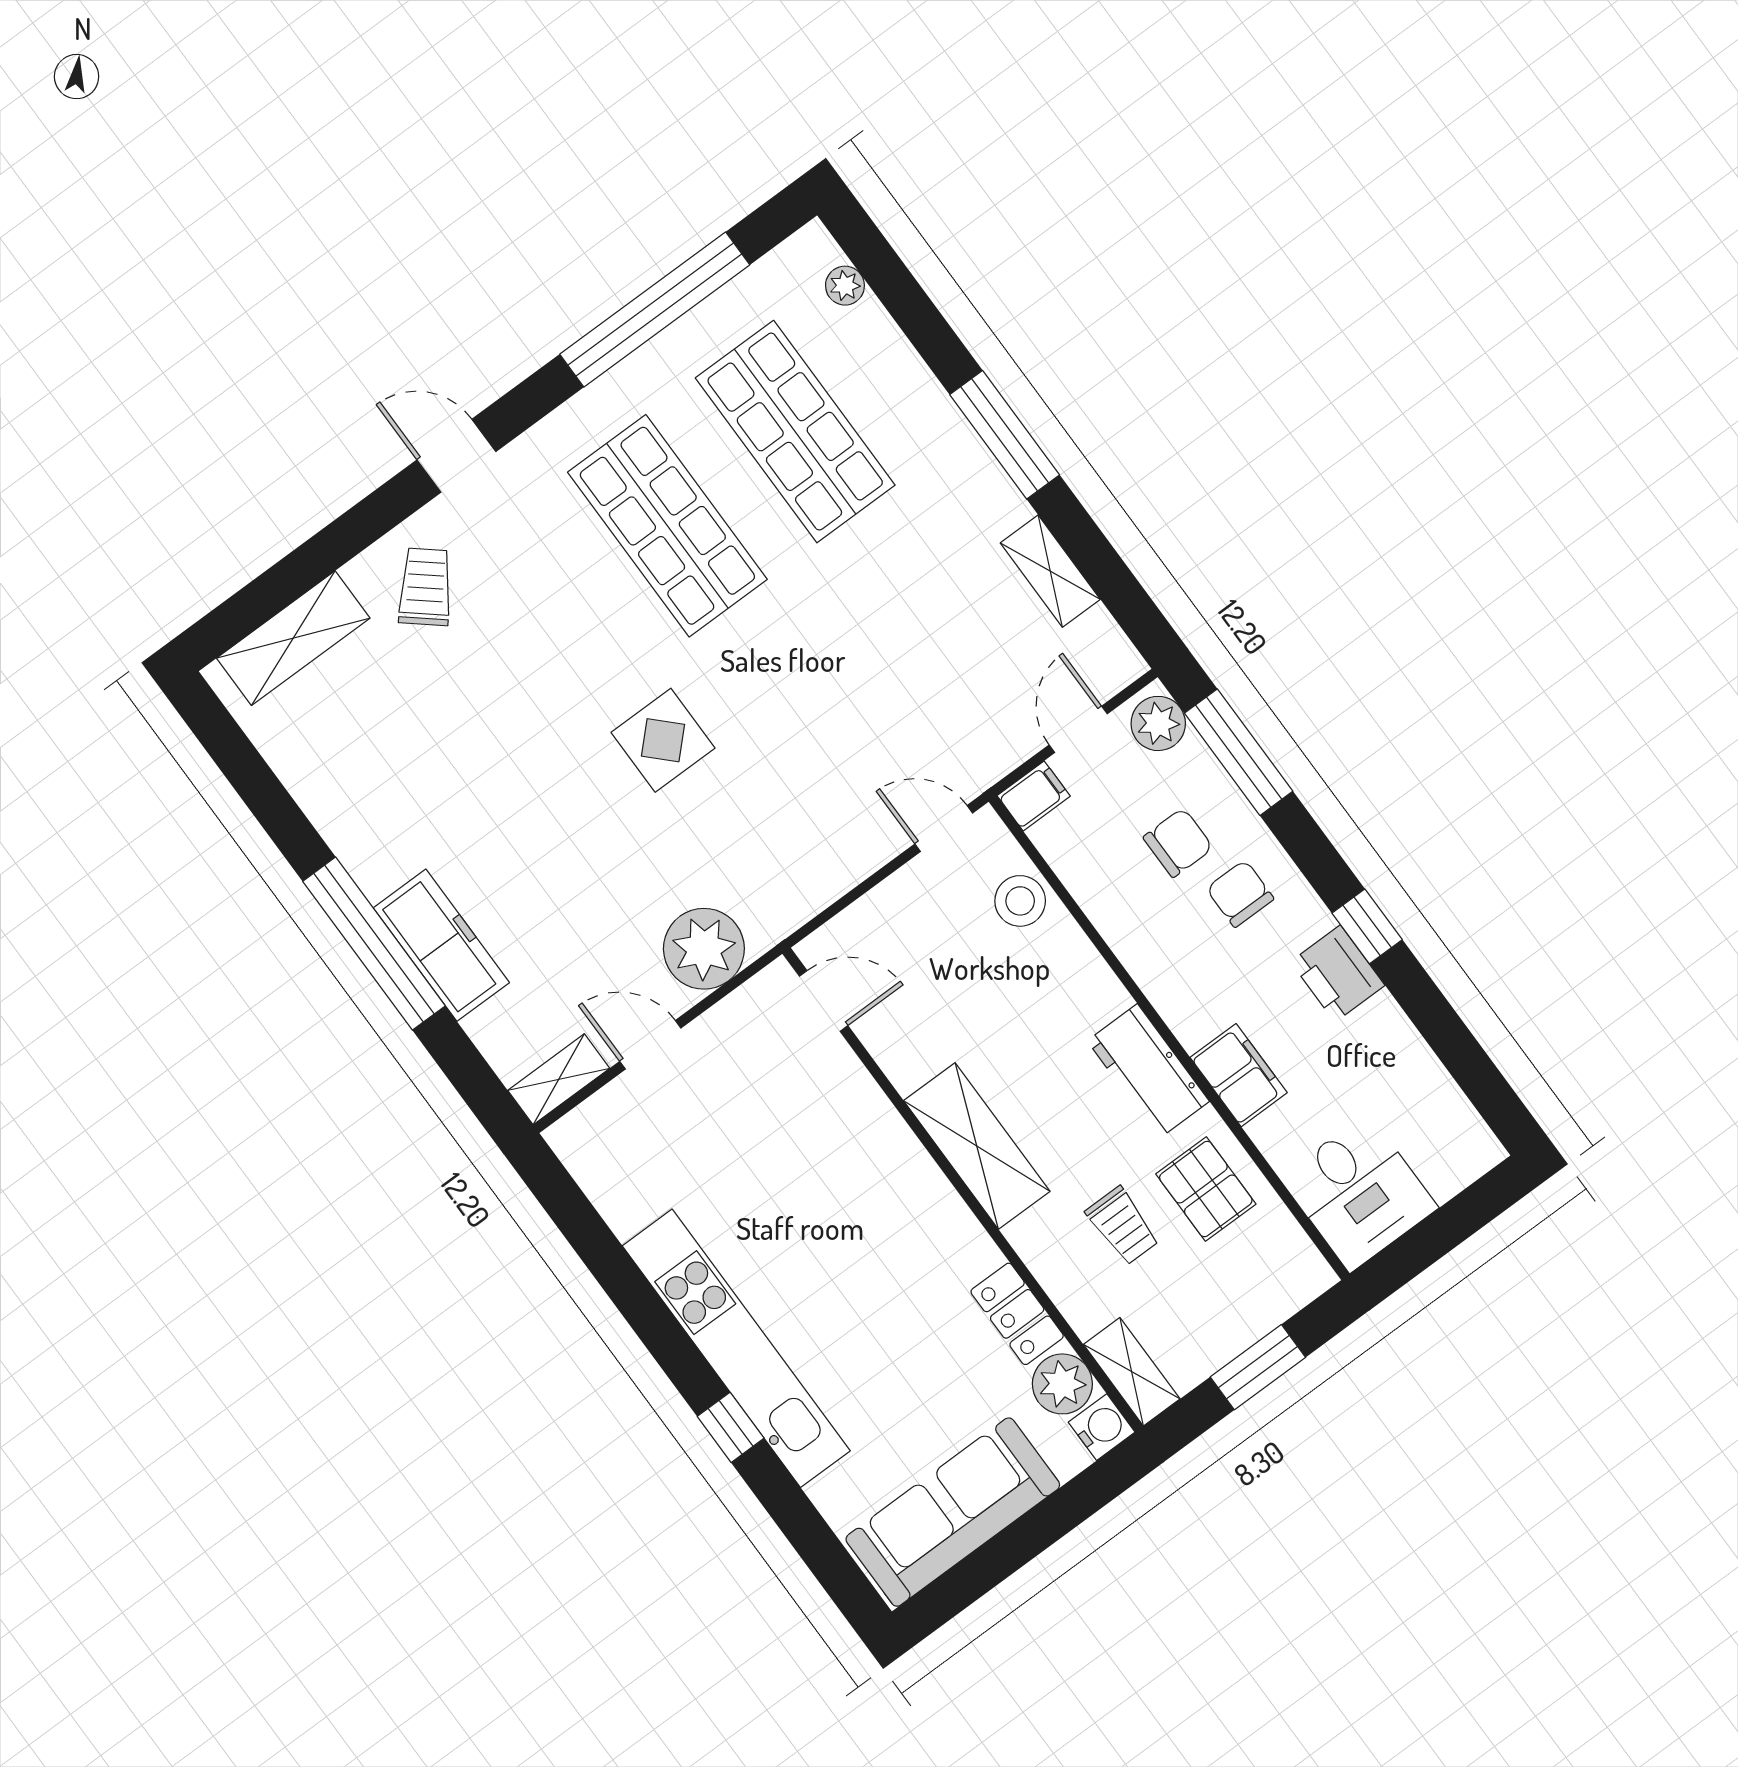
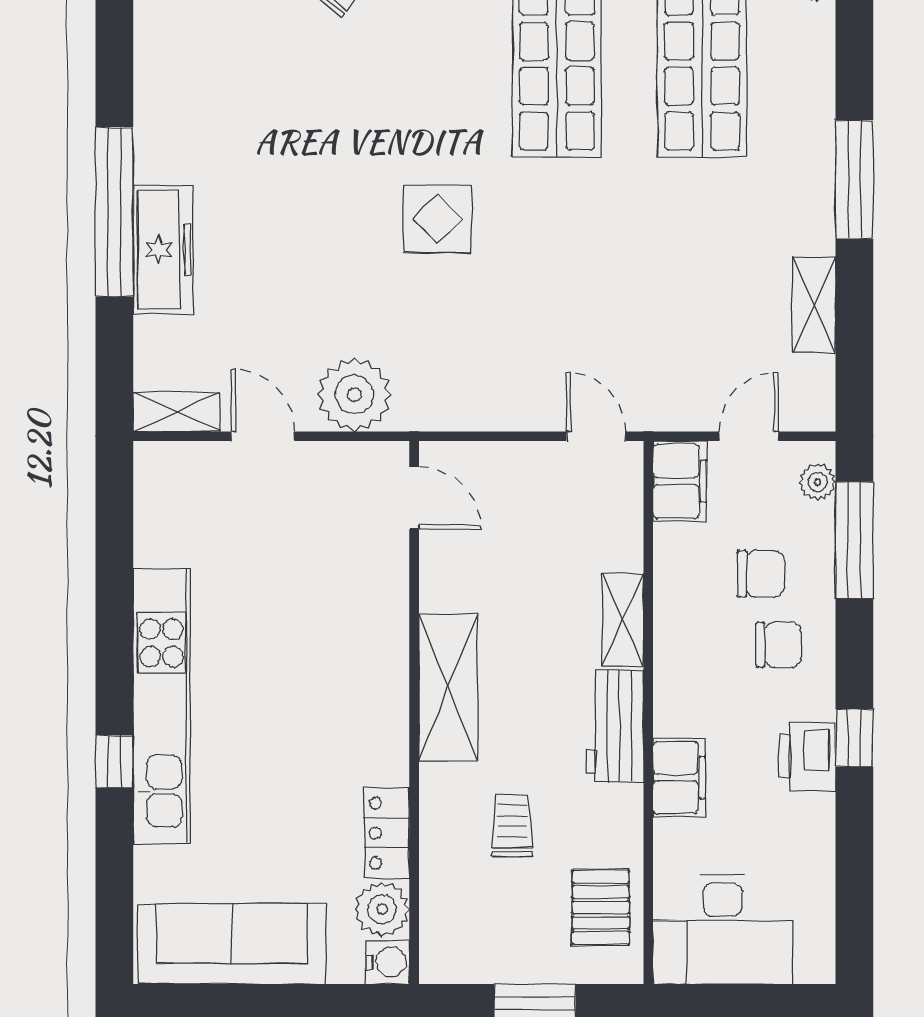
plant: (1158, 723) -> (818, 482), width x0.73, depth x0.73
filing cabinet: (1034, 796) -> (680, 481), width x2.00
chair: (1240, 894) -> (779, 645), turned 90
stool: (1020, 901) -> (613, 531), removed
pallet: (1206, 1189) -> (601, 907), moved
desk: (1359, 1193) -> (723, 929), width x1.37
trolley: (1123, 1226) -> (512, 825), turned 180
shelving: (1132, 1372) -> (623, 620), moved

